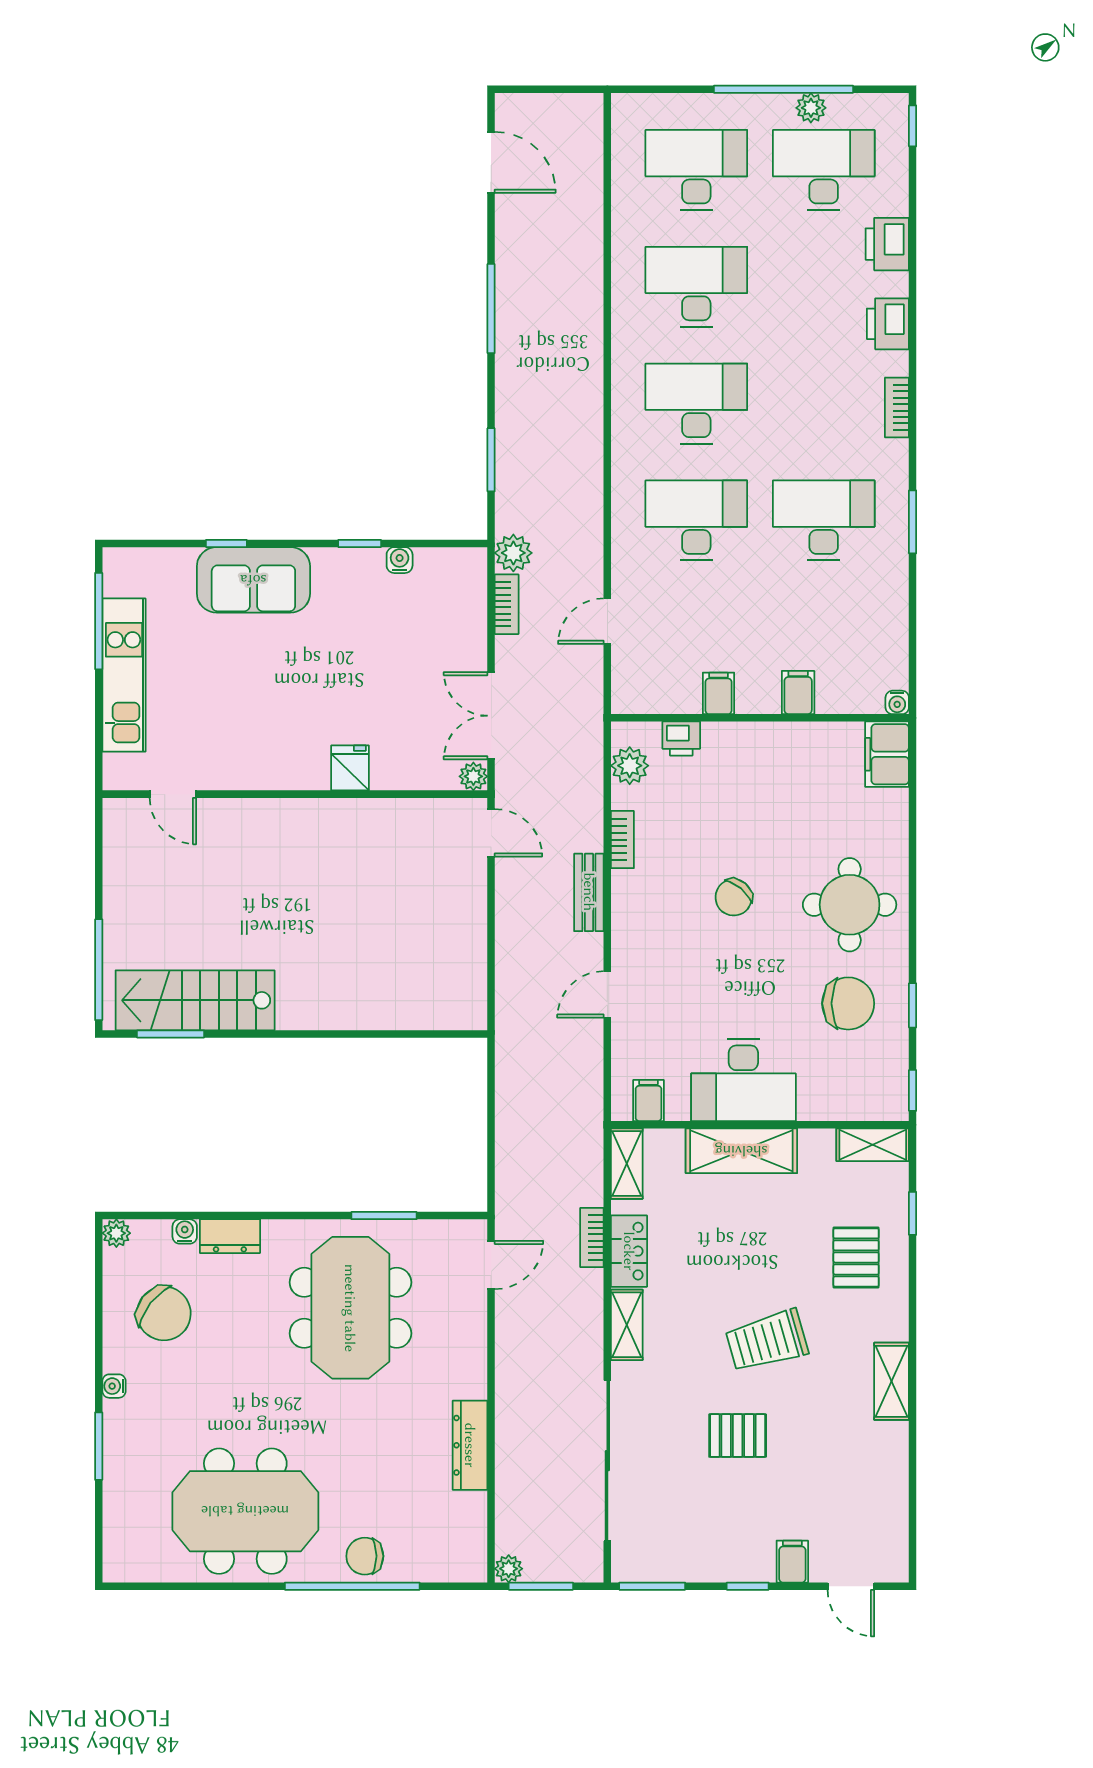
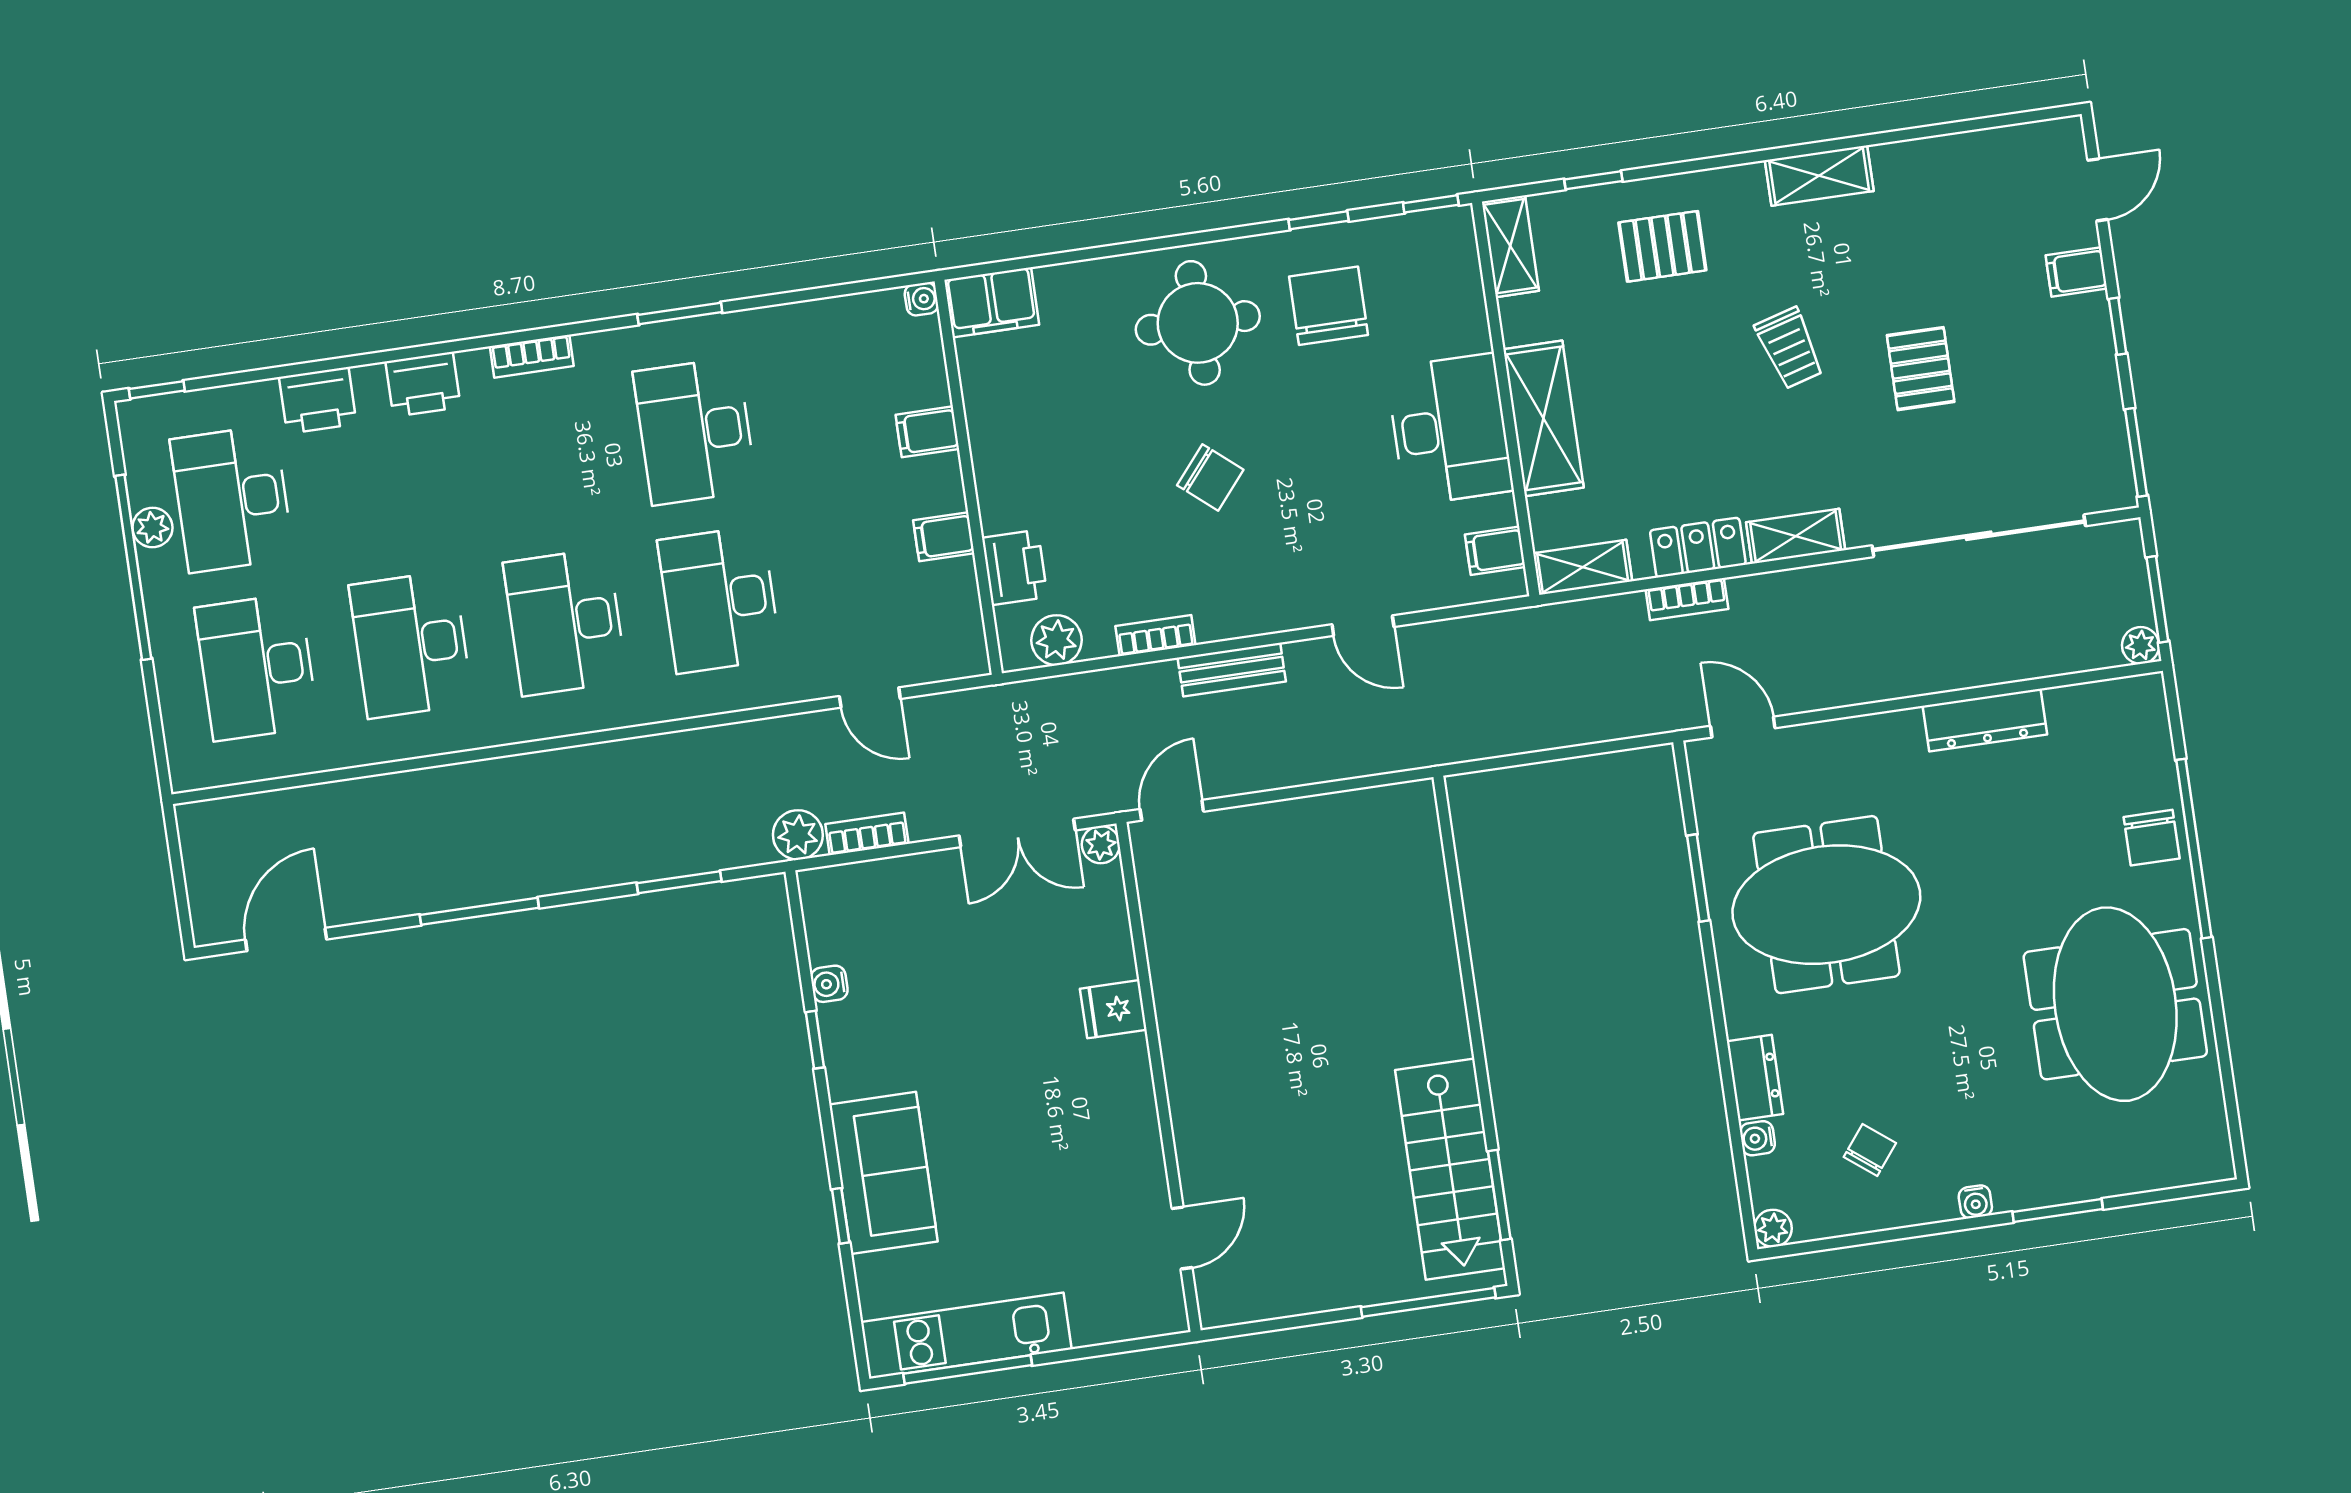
kitchen unit: (124, 675) -> (966, 1336), moved
printer: (681, 739) -> (1015, 567), width x1.36, depth x1.24
chair: (164, 1313) -> (1870, 1150), width x0.54, depth x0.54
trolley: (767, 1341) -> (1790, 348), width x0.73, depth x0.72

